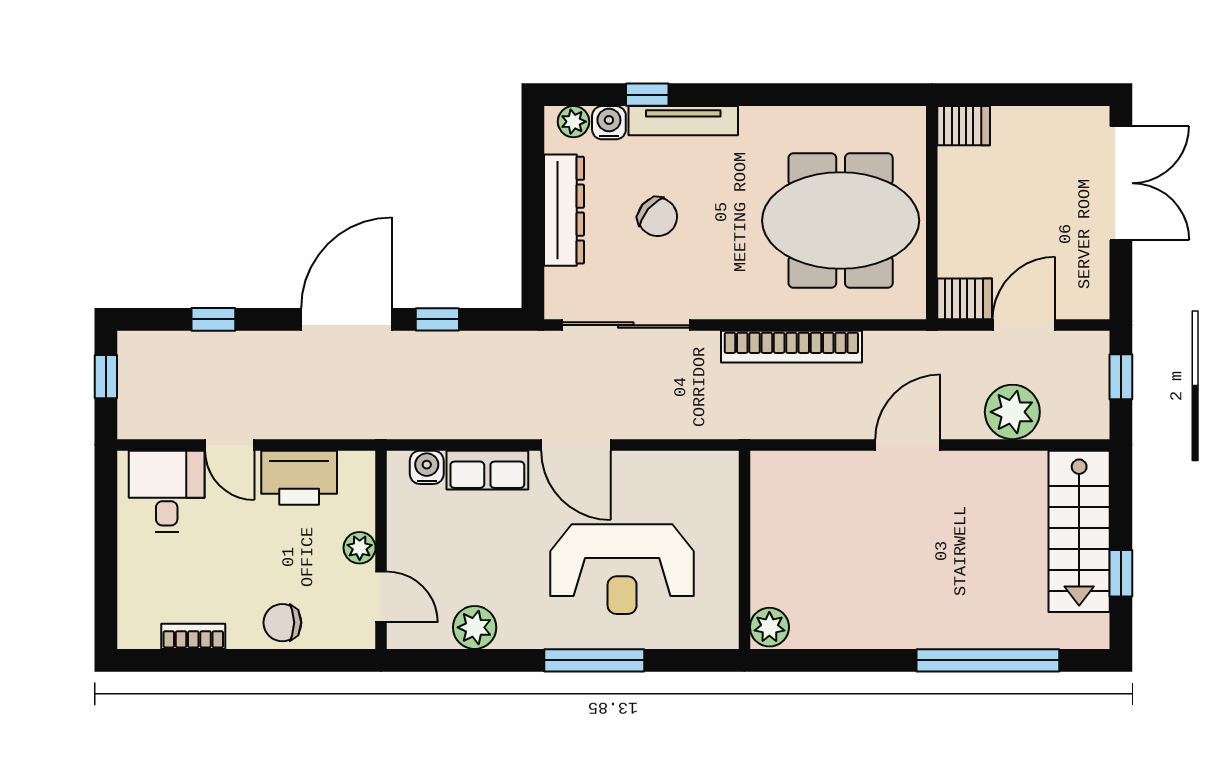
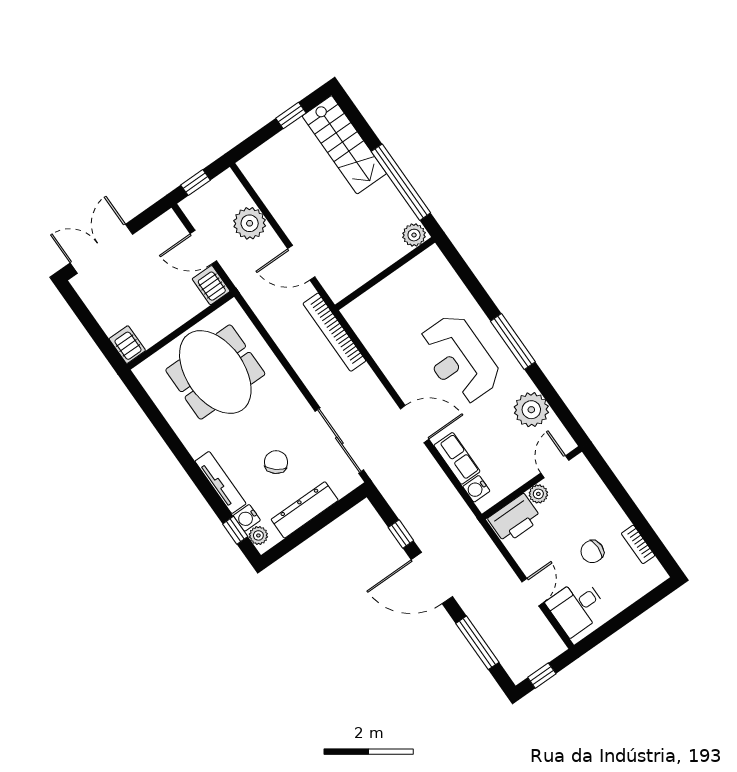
window: (647, 95) -> (235, 530), moved
window: (213, 319) -> (477, 643), width x2.17
bookcase: (791, 347) -> (334, 332), moved, turned 180
door: (576, 445) -> (415, 424), hinge flipped
printer: (299, 478) -> (515, 519), moved, turned 90
stairs: (1079, 531) -> (344, 145), moved, turned 90
wall: (744, 550) -> (385, 274), moved
reception desk: (622, 569) -> (459, 359), turned 180
chair: (282, 623) -> (592, 552), moved, turned 90
plant: (475, 627) -> (531, 410), width x1.36, depth x1.36
plant: (769, 627) -> (414, 235), moved
window: (988, 660) -> (401, 182), moved

